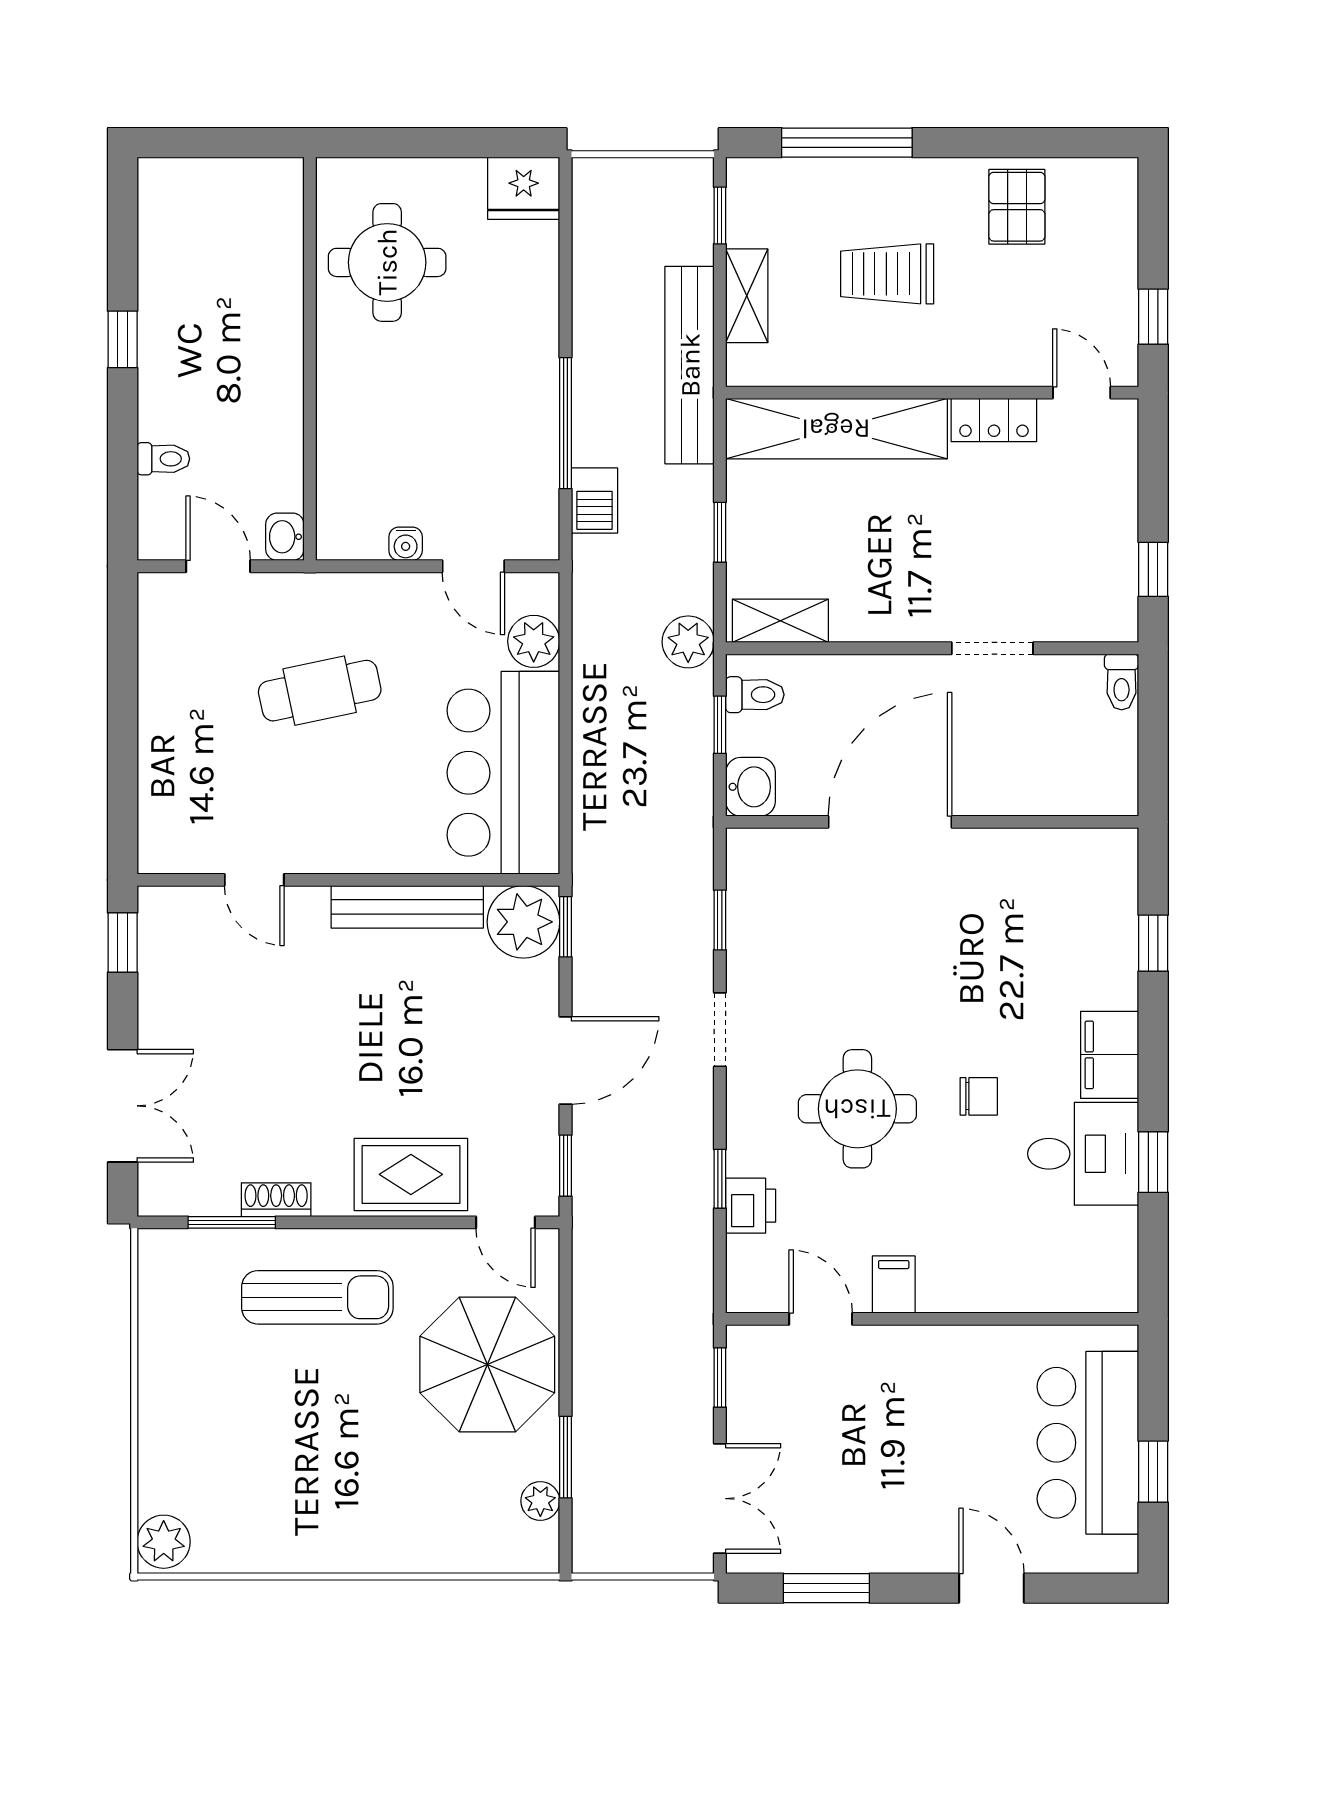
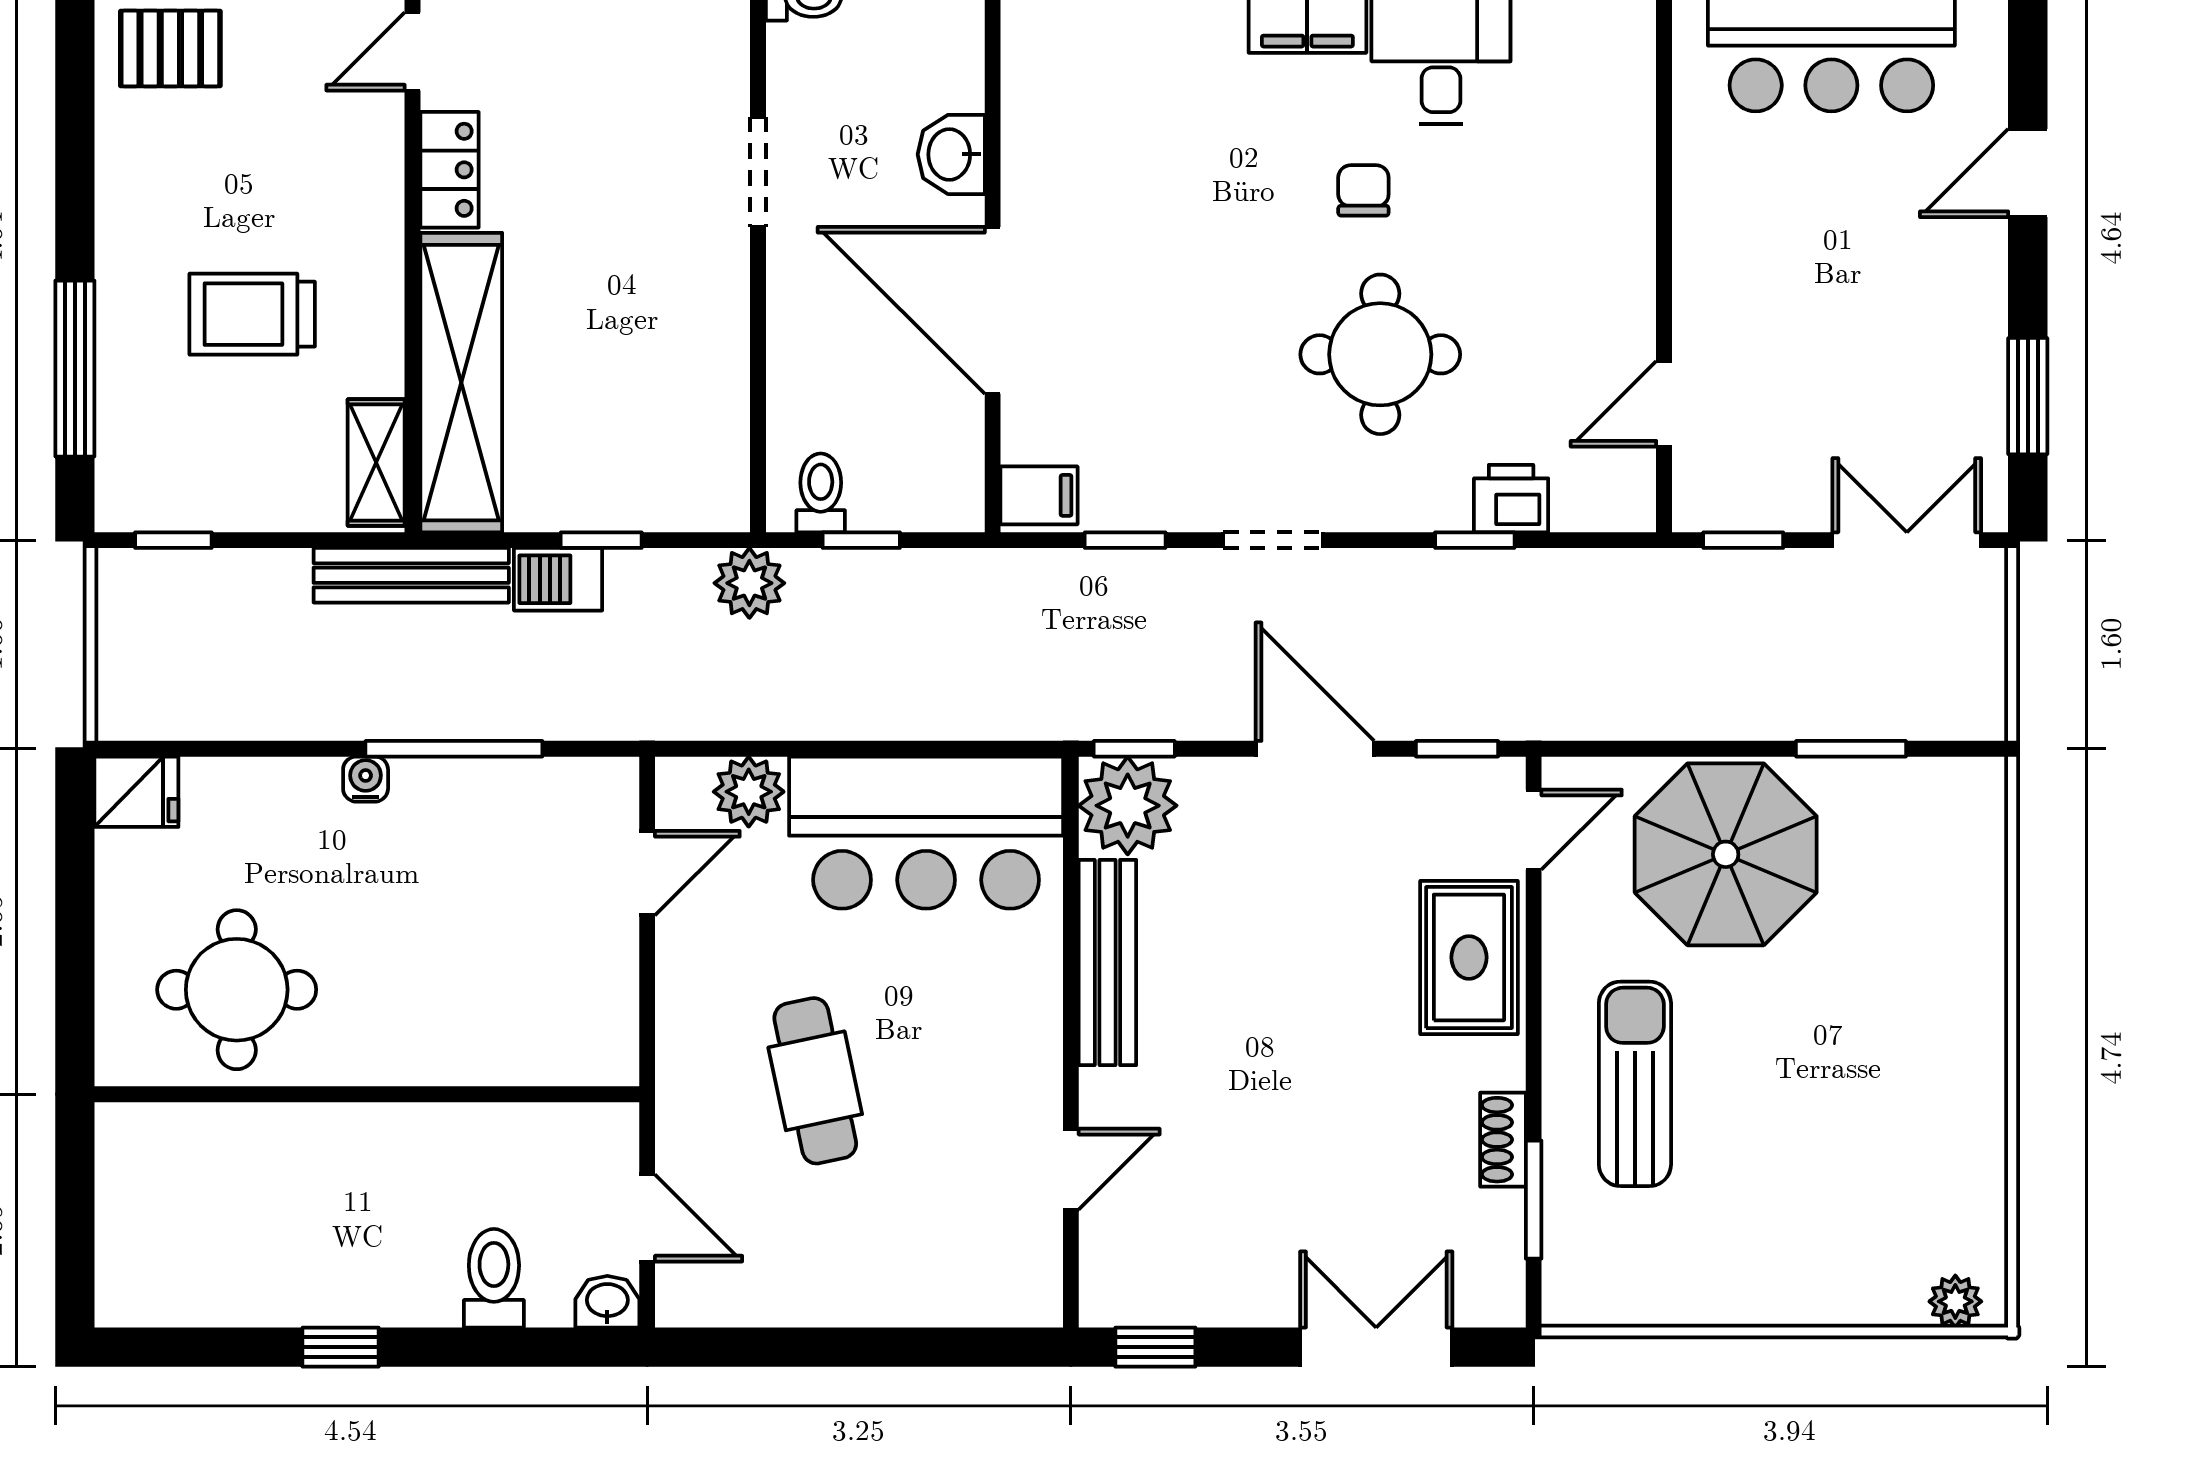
fridge: (524, 188) -> (136, 792), width x0.72
pallet: (1017, 207) -> (170, 49), moved
trolley: (887, 274) -> (252, 314), turned 90
shelving: (747, 296) -> (376, 462), moved, turned 90
bench: (690, 365) -> (411, 575), width x0.73, depth x0.82
toilet: (163, 459) -> (494, 1278), width x1.37, depth x1.39
barbecue: (594, 501) -> (558, 579), moved, turned 180
washbasin: (285, 537) -> (607, 1302), moved, turned 180
water cooler: (406, 544) -> (366, 779), moved, turned -90
door: (218, 566) -> (647, 1218), swing flipped
shelving: (780, 621) -> (721, 458), removed
washbasin: (750, 787) -> (951, 154), moved, turned -90
filing cabinet: (894, 1285) -> (1039, 495), moved, turned 180
plant: (540, 1501) -> (1910, 783), removed
plant: (164, 1542) -> (1955, 1301), width x0.73, depth x0.73

